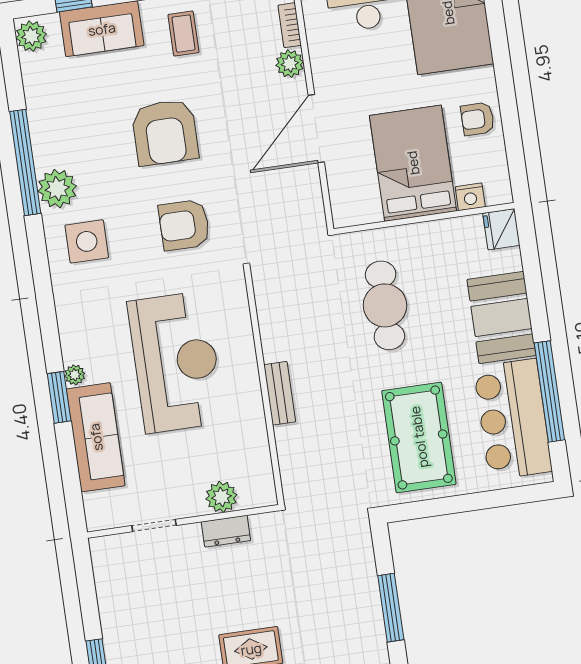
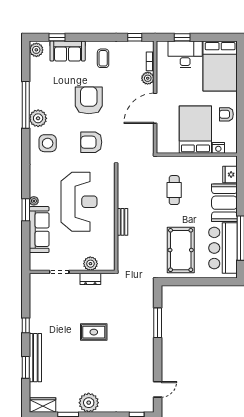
armchair: (165, 132) -> (89, 100), turned 180
fridge: (501, 229) -> (230, 175), moved
cafe table: (385, 305) -> (174, 190), width x0.73, depth x0.74

